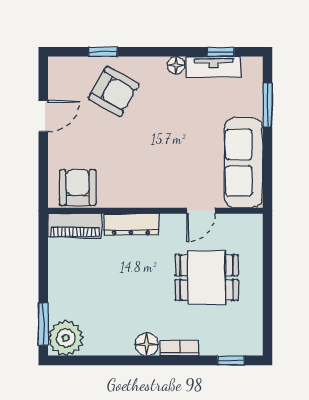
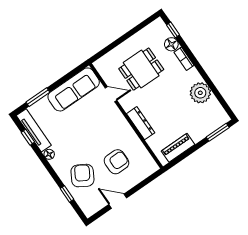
tv unit: (214, 67) -> (34, 130), width x1.41
armchair: (78, 188) -> (117, 162), moved, turned 180
piano: (75, 226) -> (178, 148), moved, turned -90
dining table: (207, 278) -> (141, 69), turned 90
plant: (66, 338) -> (200, 93), moved
floor lamp: (147, 344) -> (171, 44), moved

